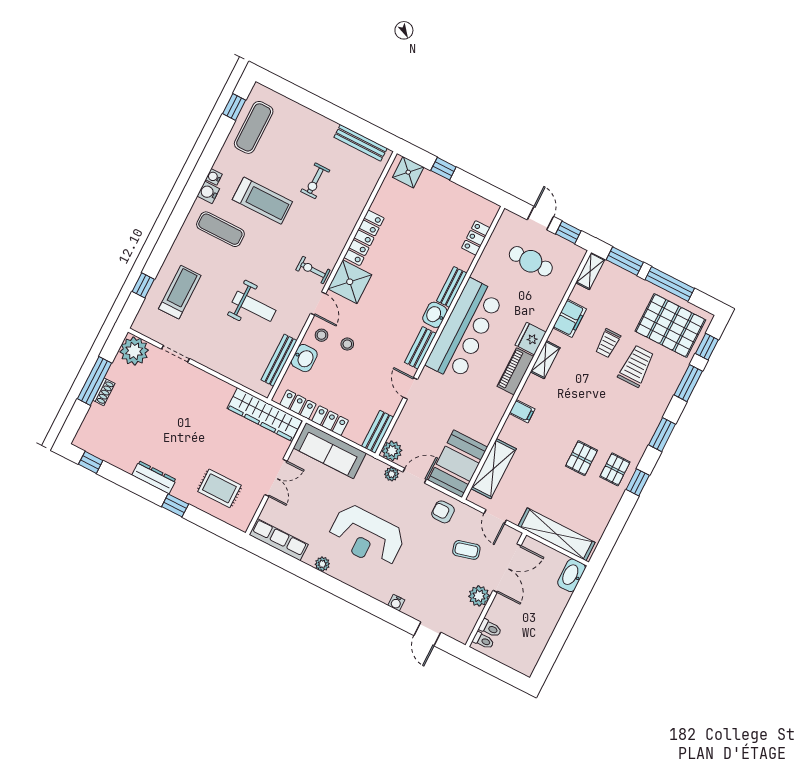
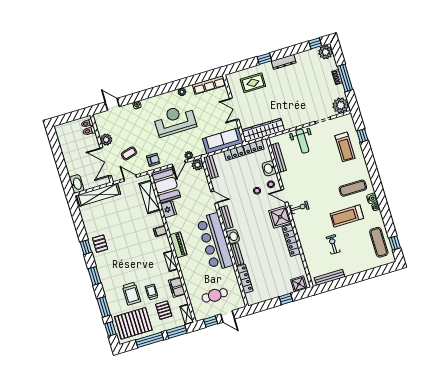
locker: (476, 238) -> (245, 279), width x1.53
weight bench: (254, 306) -> (302, 141), moved, turned -90
fridge: (531, 339) -> (168, 209), moved
plant: (88, 438) -> (326, 52), added
pallet: (582, 458) -> (164, 310), moved

